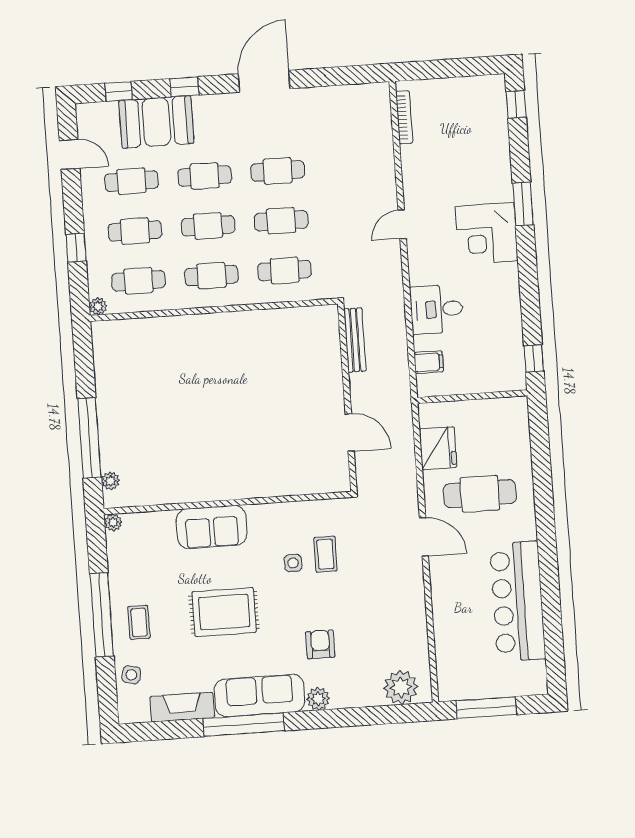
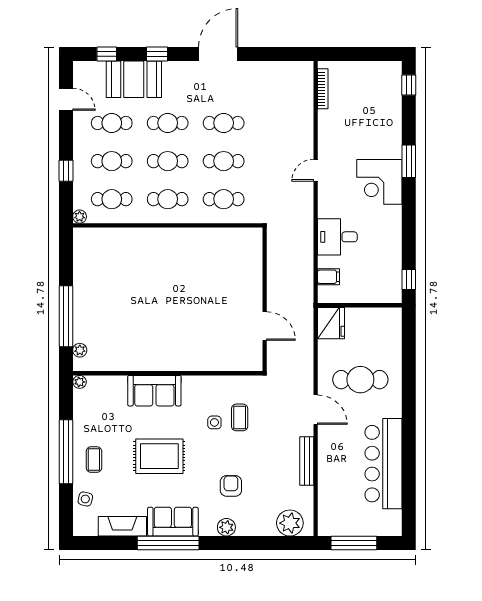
bench: (355, 340) -> (307, 461), moved
fridge: (438, 448) -> (331, 323), moved
sofa: (260, 696) -> (173, 522), width x0.73

